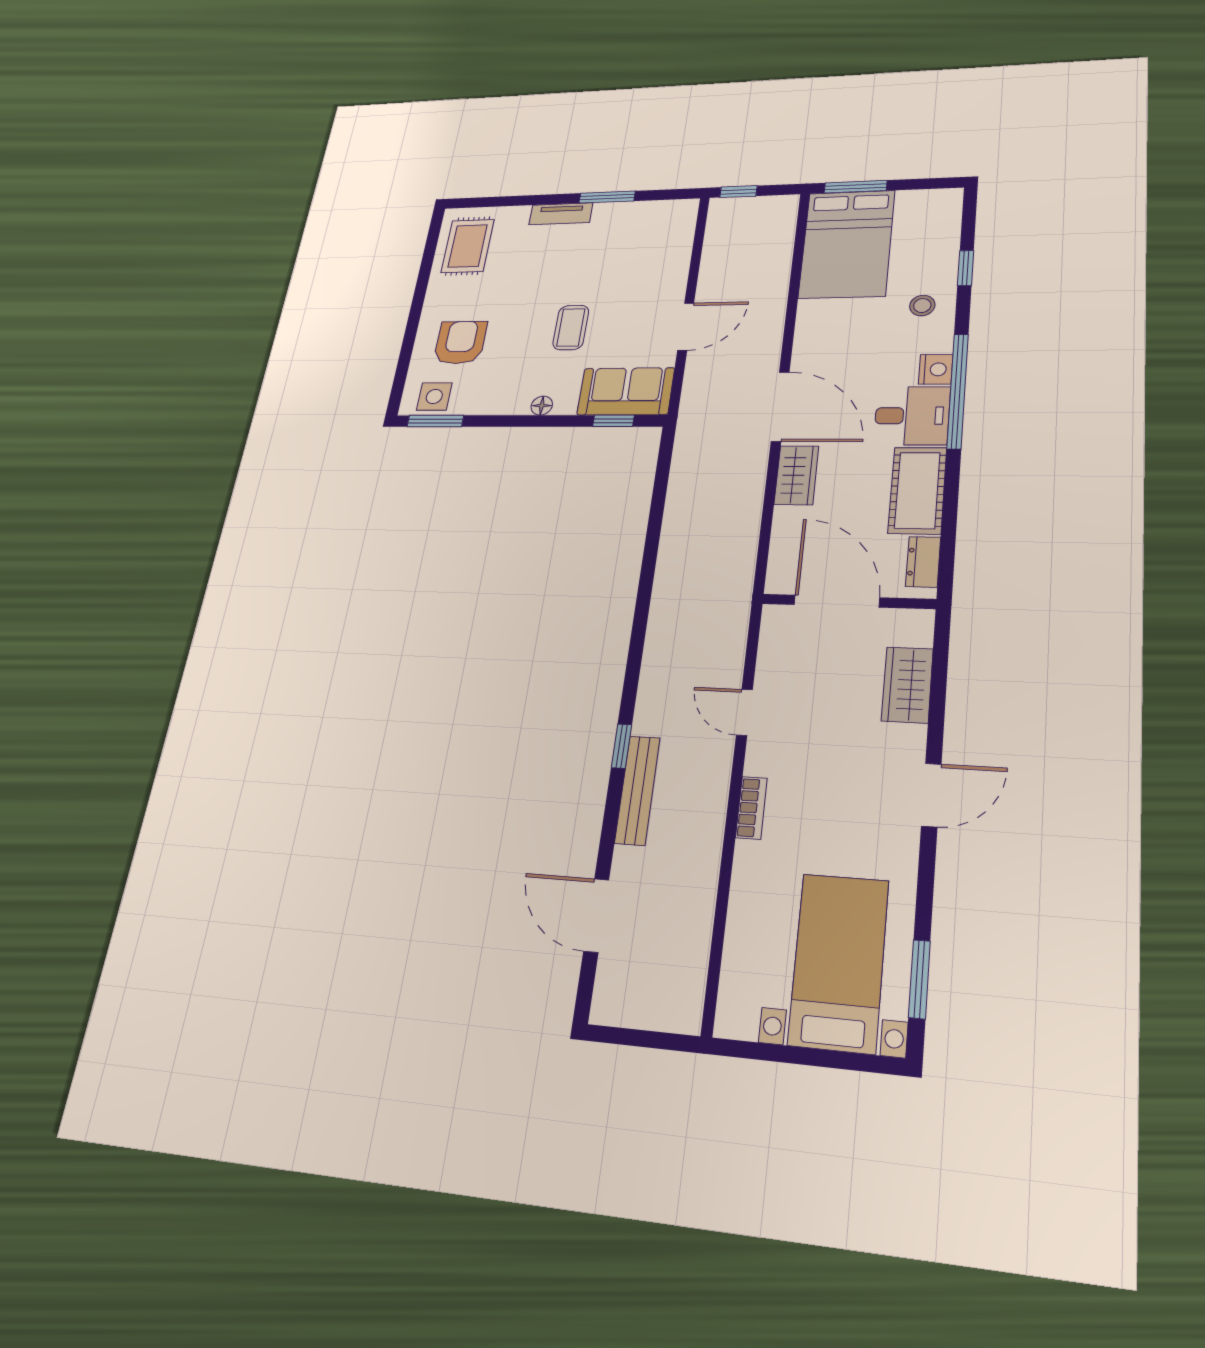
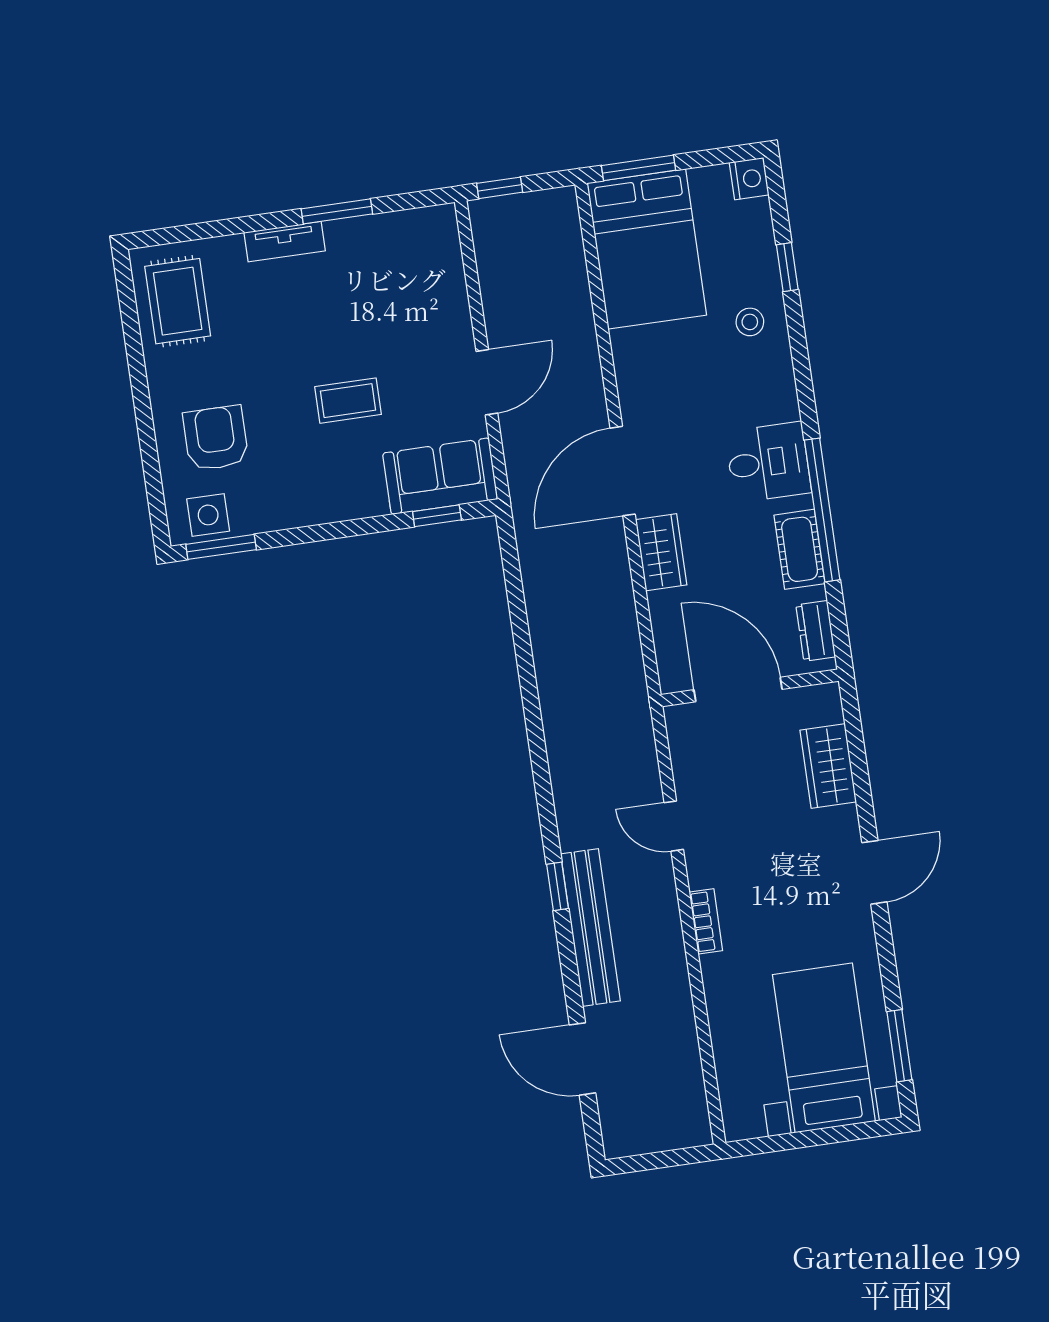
coffee table: (571, 328) -> (348, 401), turned 90
nightstand: (936, 369) -> (749, 179), moved
window: (958, 391) -> (822, 510), moved
floor lamp: (542, 406) -> (345, 508), removed
door: (780, 407) -> (623, 471), swing flipped
cot: (917, 490) -> (800, 549), width x0.73, depth x0.75
bench: (637, 790) -> (590, 927), width x1.37, depth x1.21

